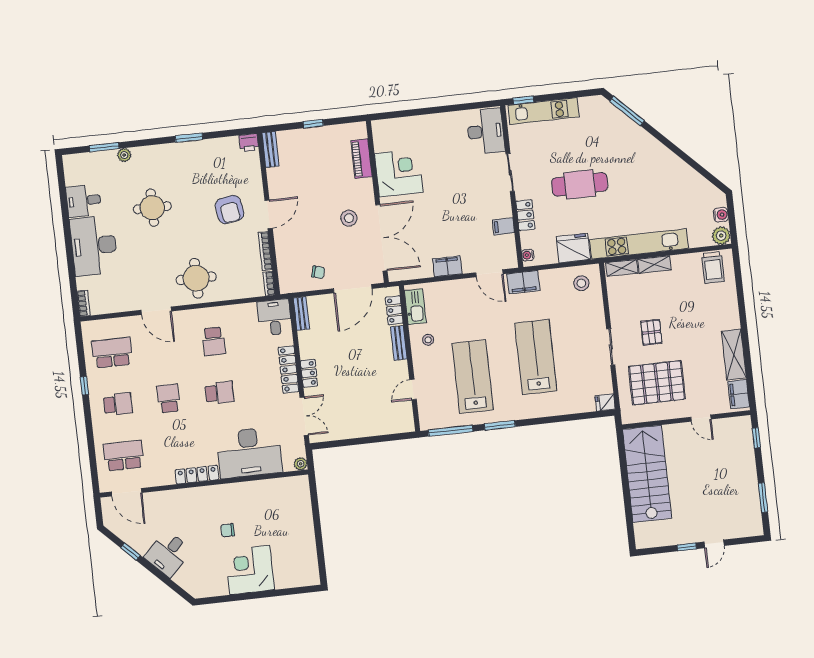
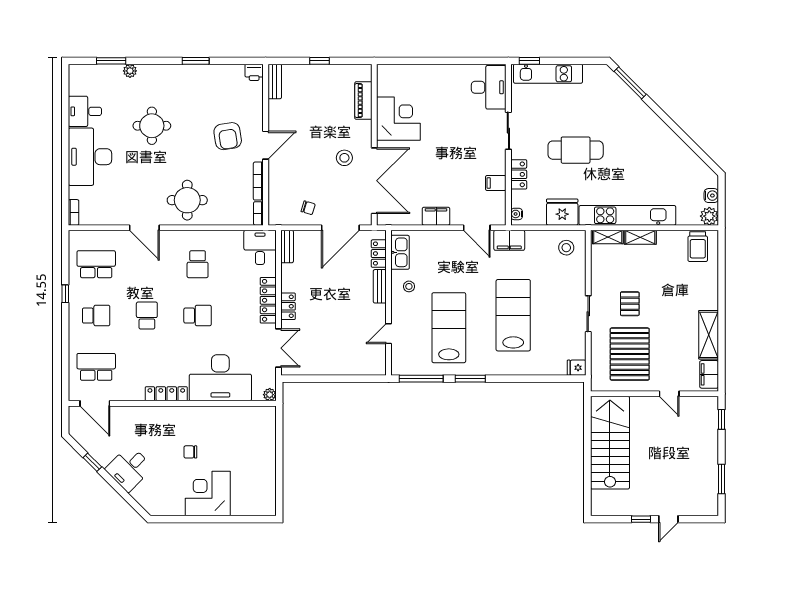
pallet: (657, 383) -> (630, 354), turned 90

